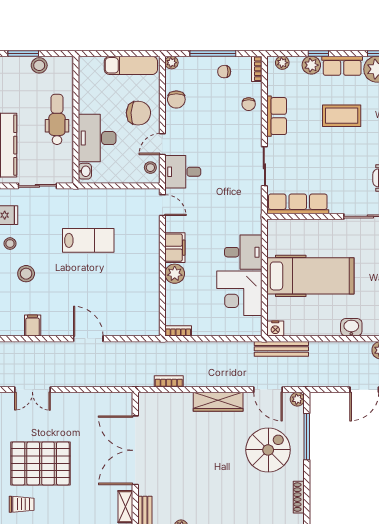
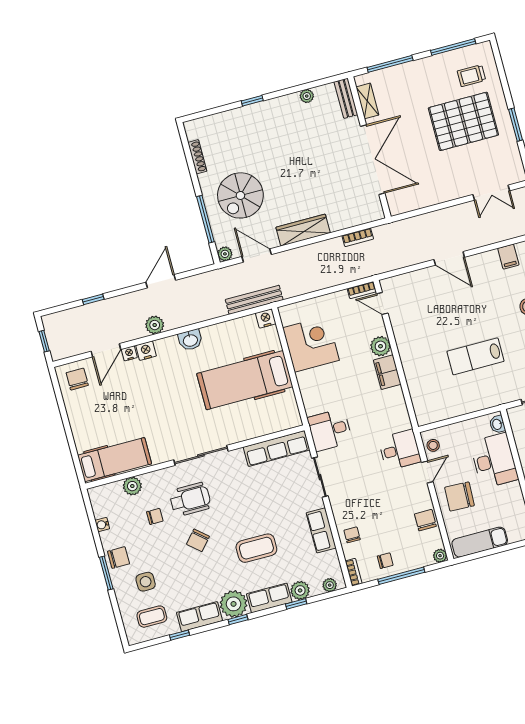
door: (162, 205) -> (382, 304), moved
desk: (243, 252) -> (330, 430), moved
double door: (32, 390) -> (491, 193), swing flipped

